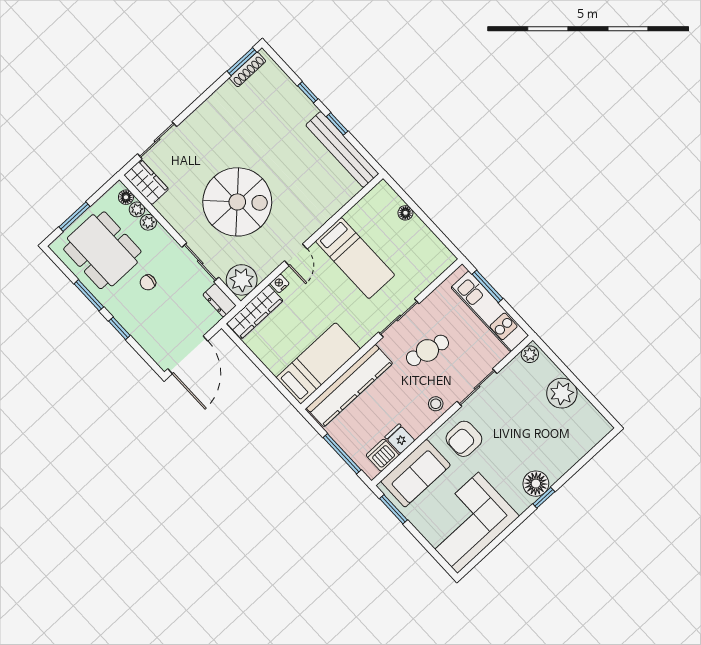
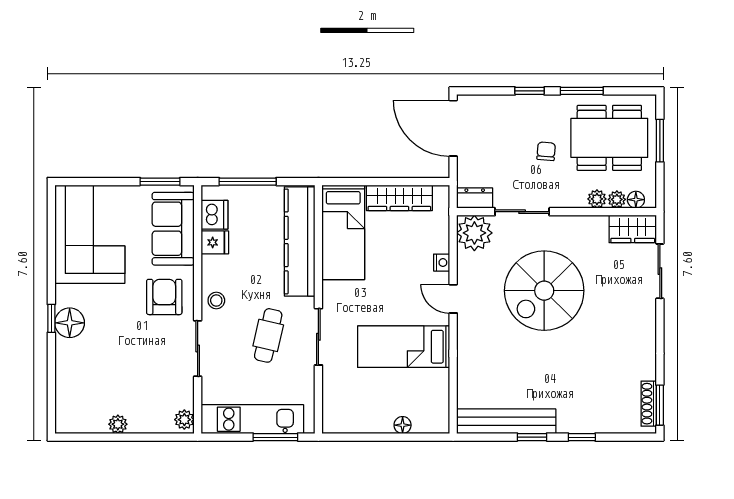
wardrobe: (255, 312) -> (399, 198), moved, turned -90
plant: (562, 393) -> (118, 424), width x0.53, depth x0.53

